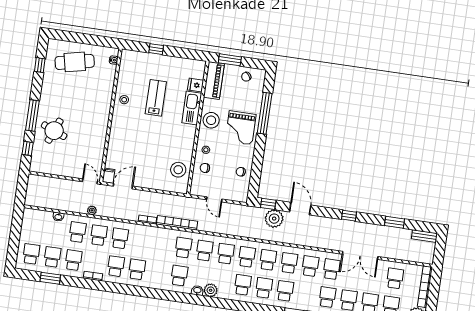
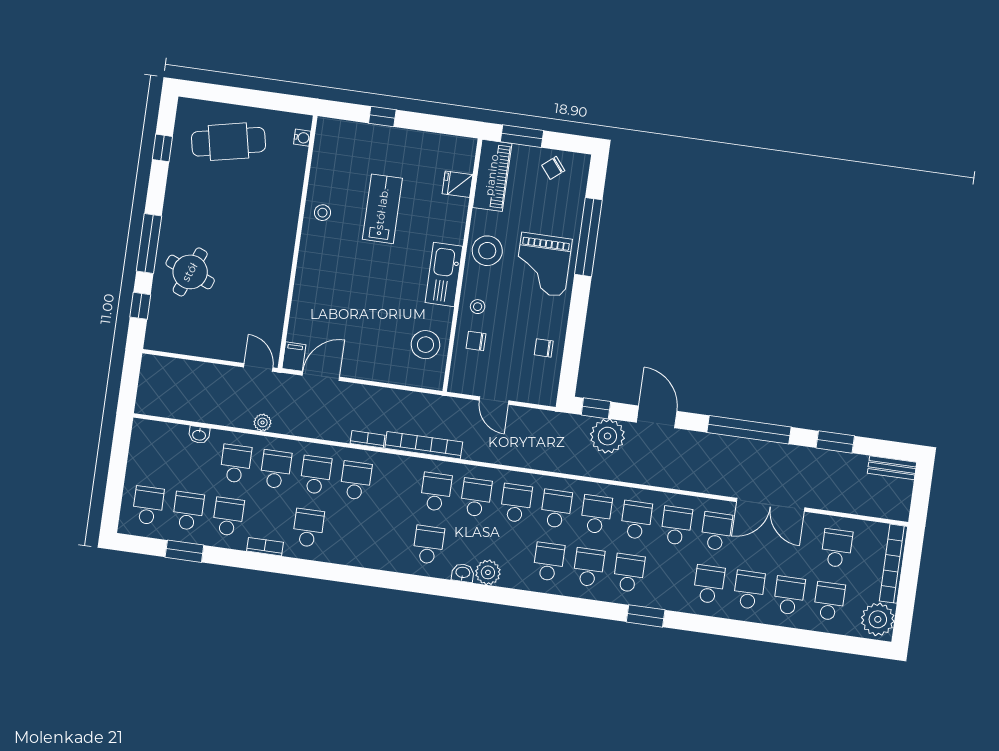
kitchen sink: (192, 108) -> (444, 274), moved
window: (349, 216) -> (749, 430), width x3.17
school desk: (137, 269) -> (356, 481), moved

